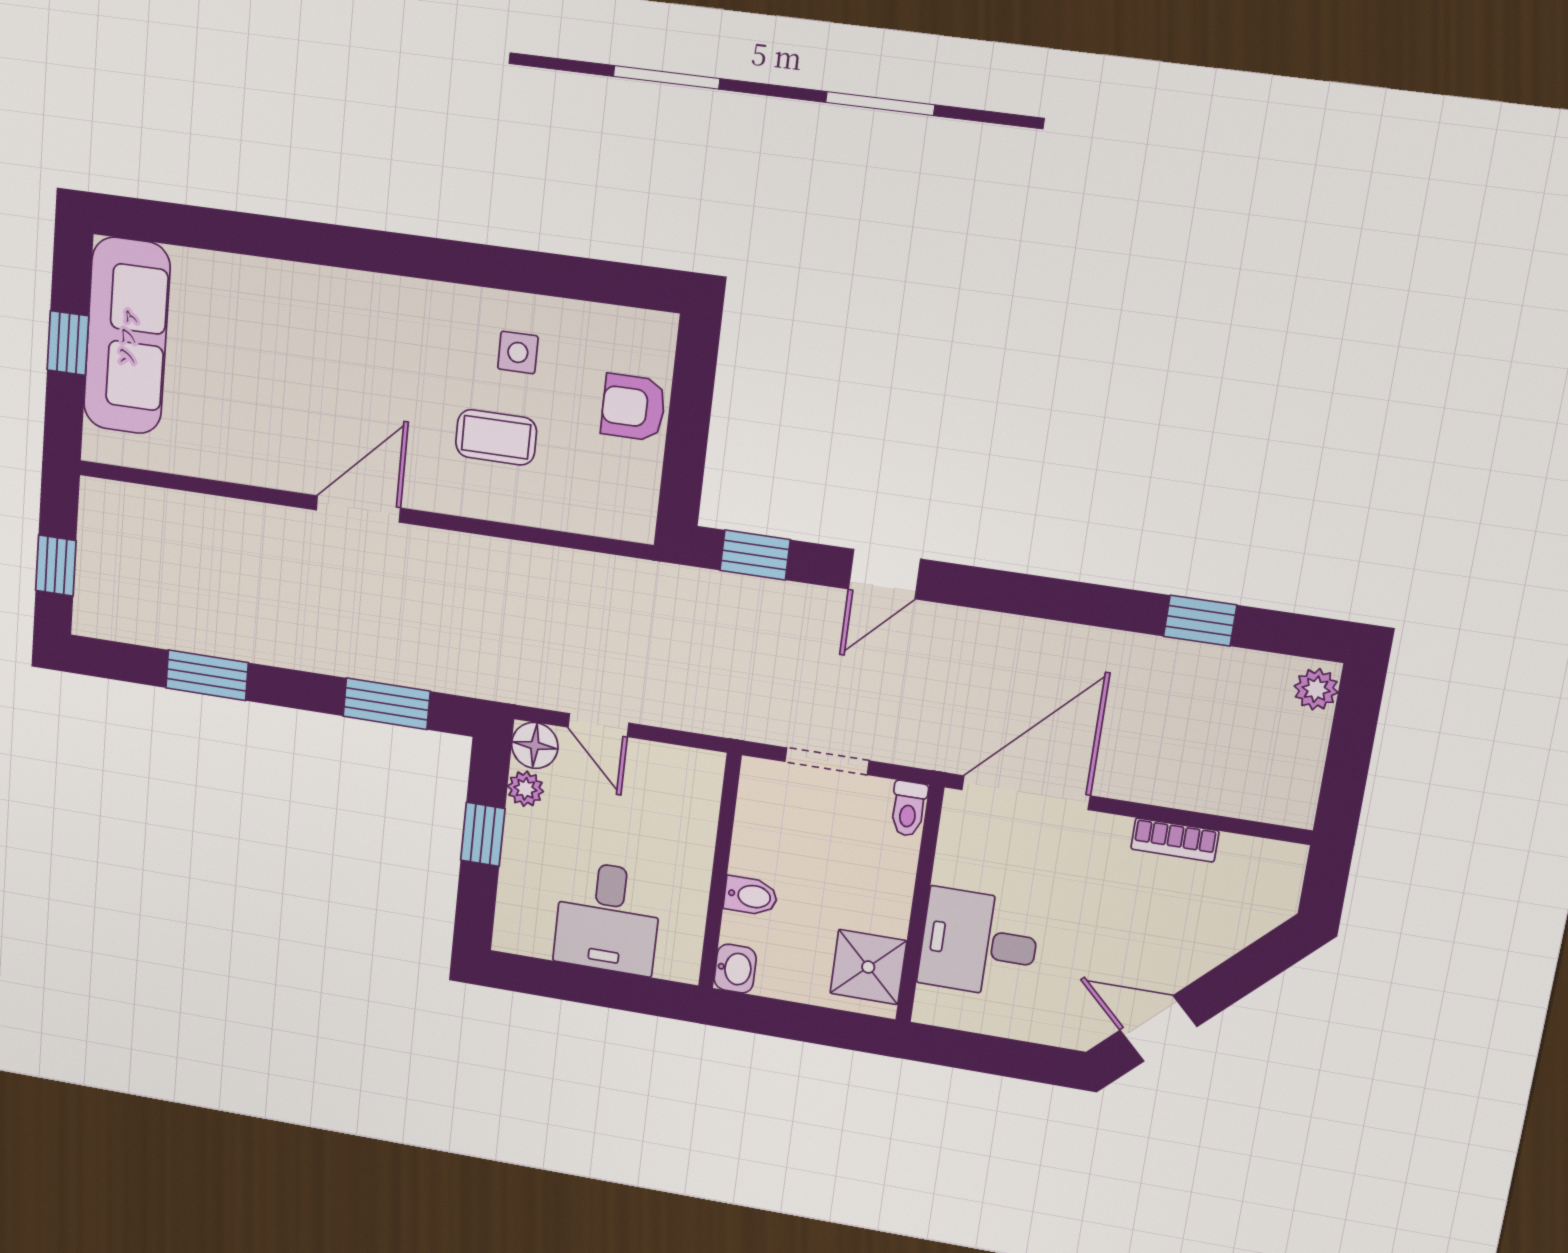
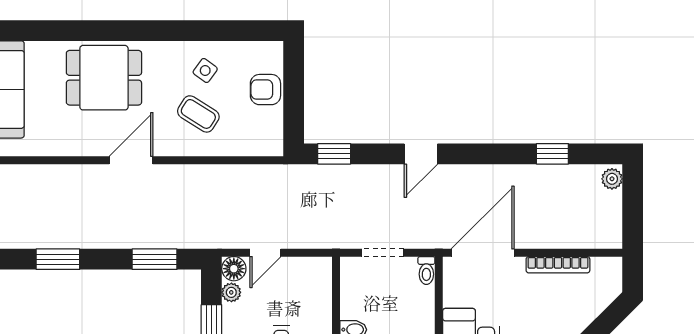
dining table: (320, 340) -> (104, 78), added
side table: (518, 352) -> (205, 71), turned 36
coffee table: (496, 437) -> (198, 114), turned 32
door: (884, 574) -> (421, 154), moved
door: (598, 725) -> (265, 253), hinge flipped
bookcase: (1175, 840) -> (558, 265), width x1.56

